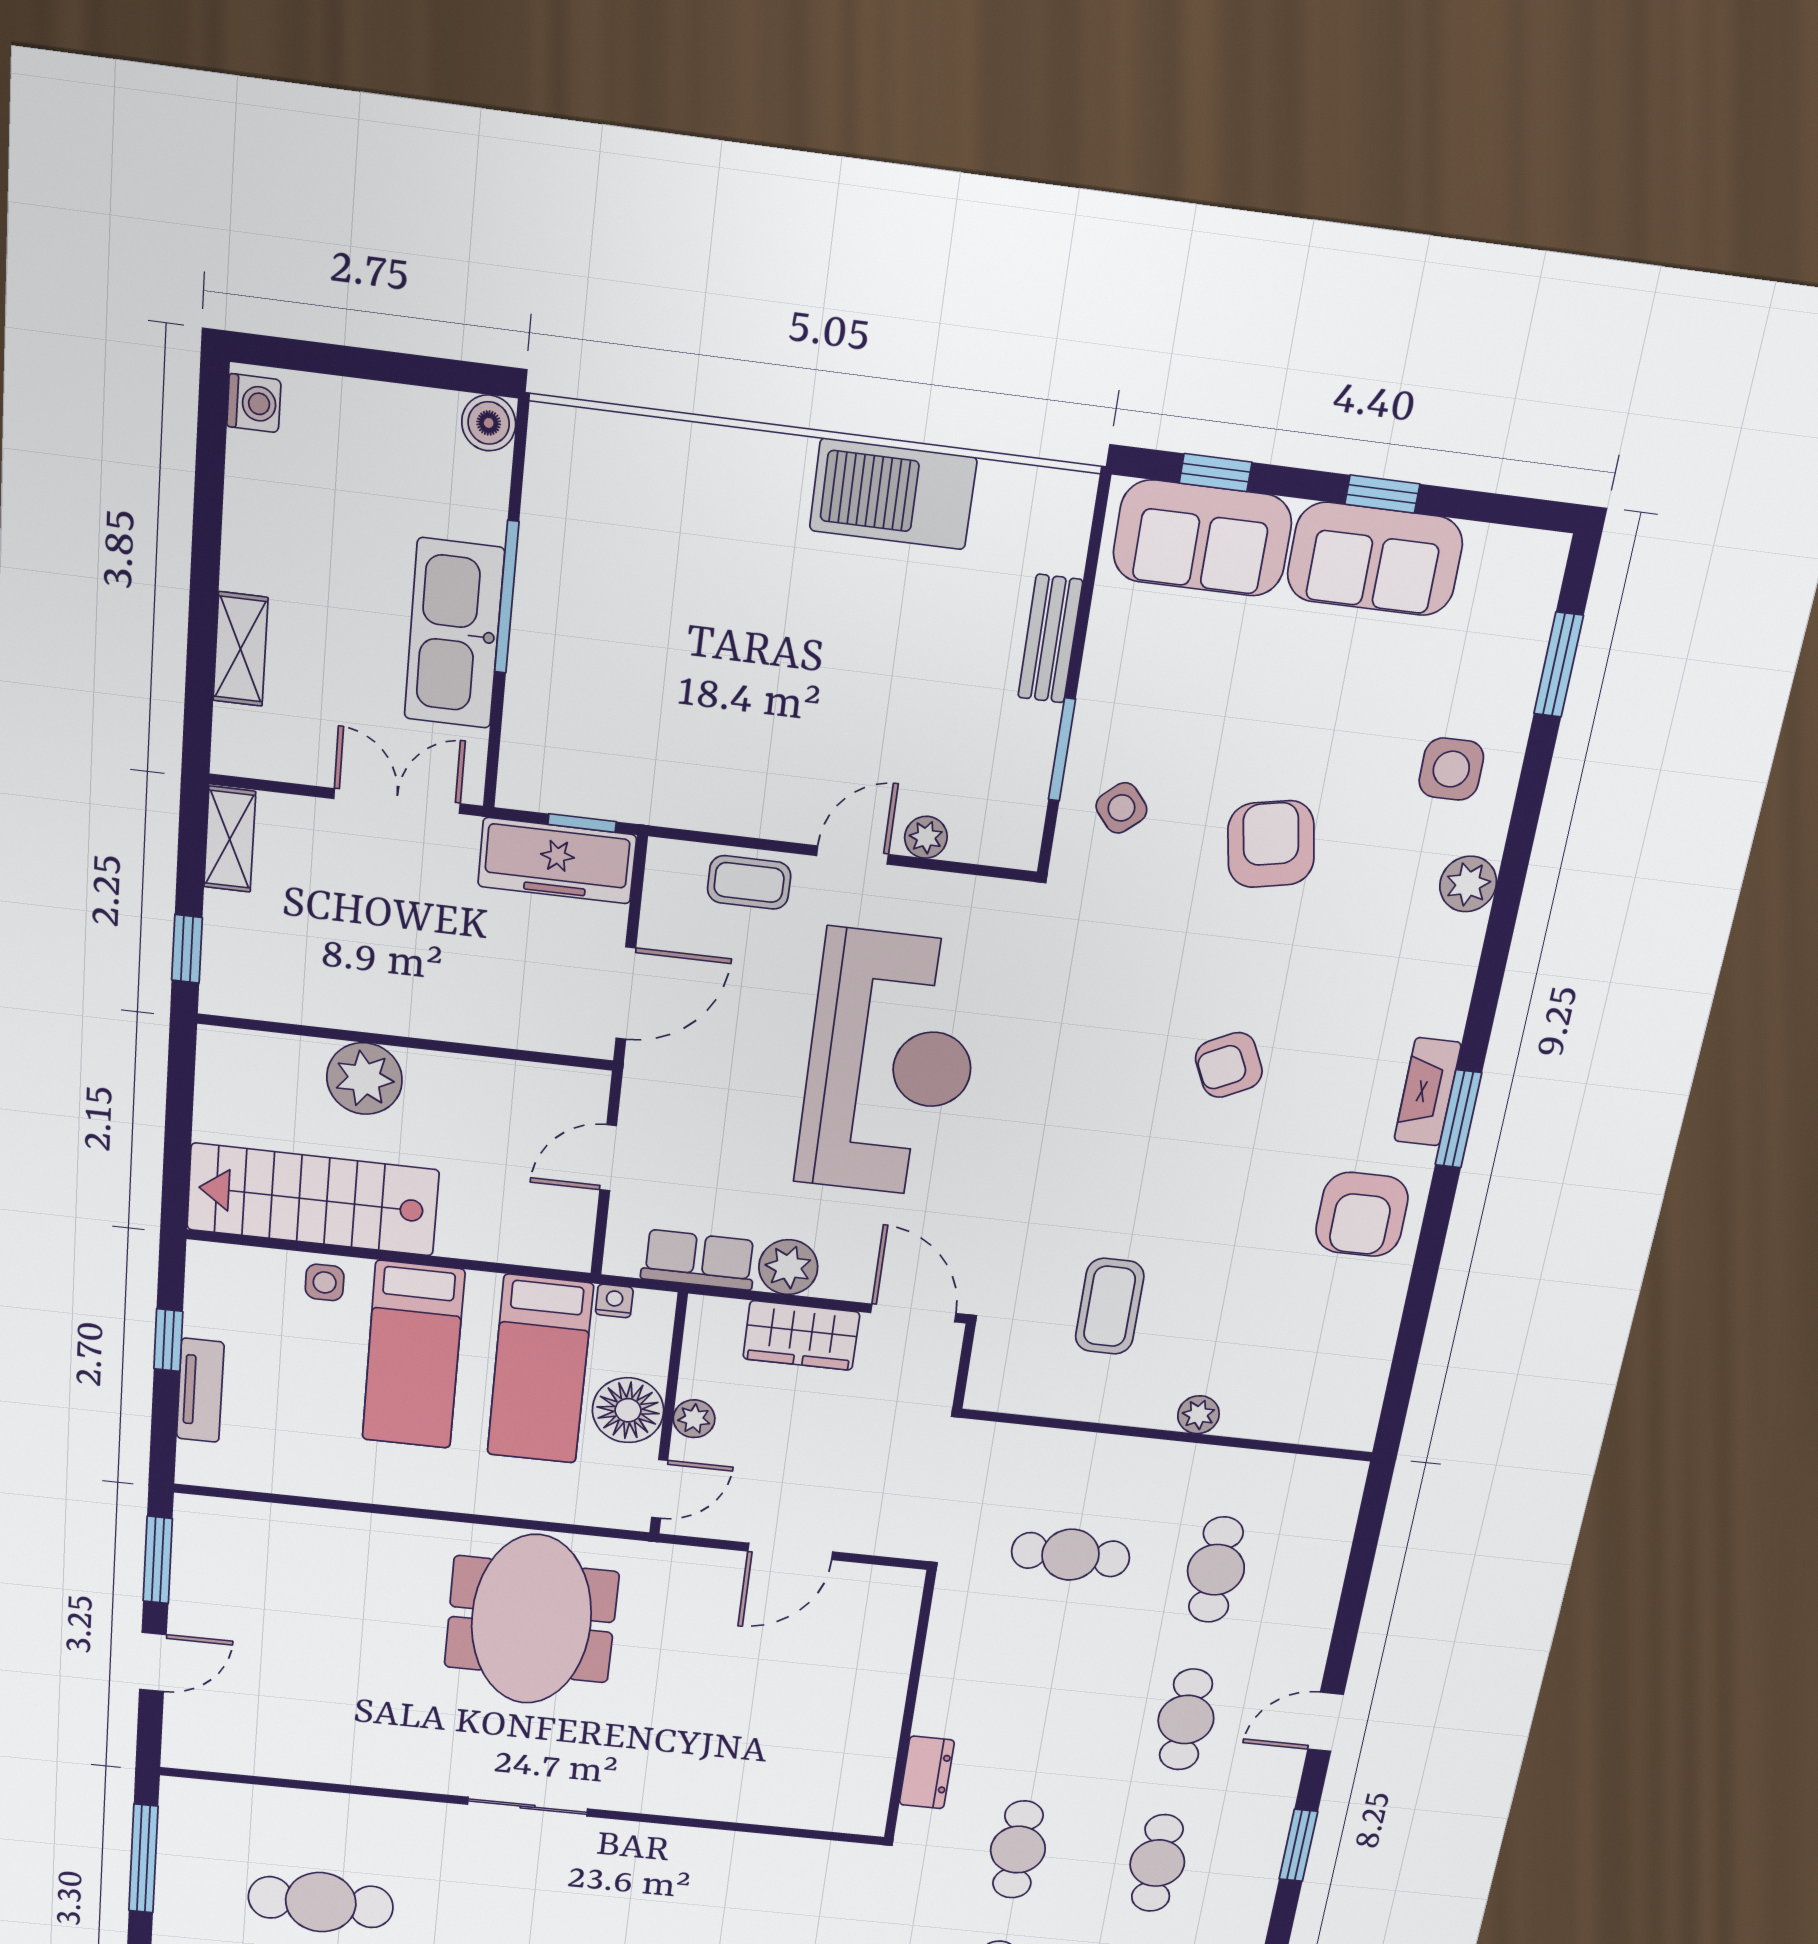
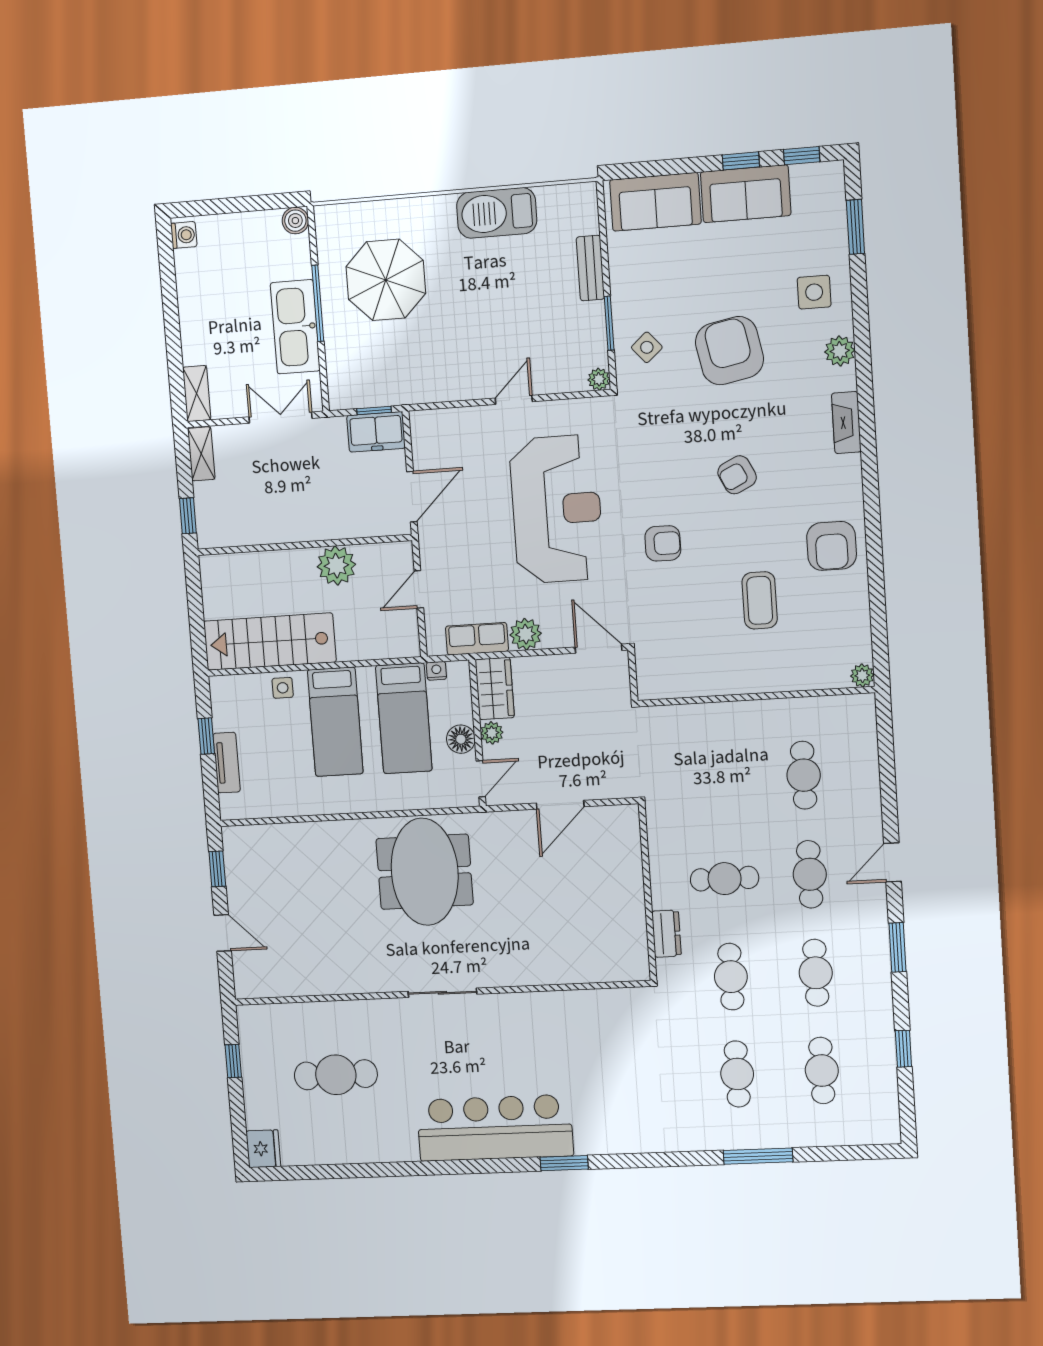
window: (1216, 473) -> (802, 156), moved
parasol: (650, 579) -> (386, 280), added
shelving: (240, 649) -> (197, 394), moved
plant: (926, 837) -> (599, 379), moved
armchair: (1271, 844) -> (729, 351), width x1.36, depth x1.36
freezer: (557, 861) -> (376, 432), width x0.71
coffee table: (749, 882) -> (464, 425), removed
plant: (364, 1079) -> (336, 566), moved
fireplace: (1428, 1092) -> (846, 423), moved
window: (1458, 1119) -> (870, 481), removed
armchair: (1068, 1158) -> (663, 543), added
coffee table: (1110, 1306) -> (760, 600), moved
wardrobe: (801, 1335) -> (495, 689), moved, turned -90
floor lamp: (628, 1410) -> (461, 739), width x0.73, depth x0.73
plant: (1198, 1415) -> (862, 675), moved
cafe table: (1071, 1555) -> (725, 879), moved
window: (158, 1560) -> (217, 869), width x0.67
door: (153, 1662) -> (223, 933), hinge flipped
window: (143, 1859) -> (233, 1061), width x0.46

